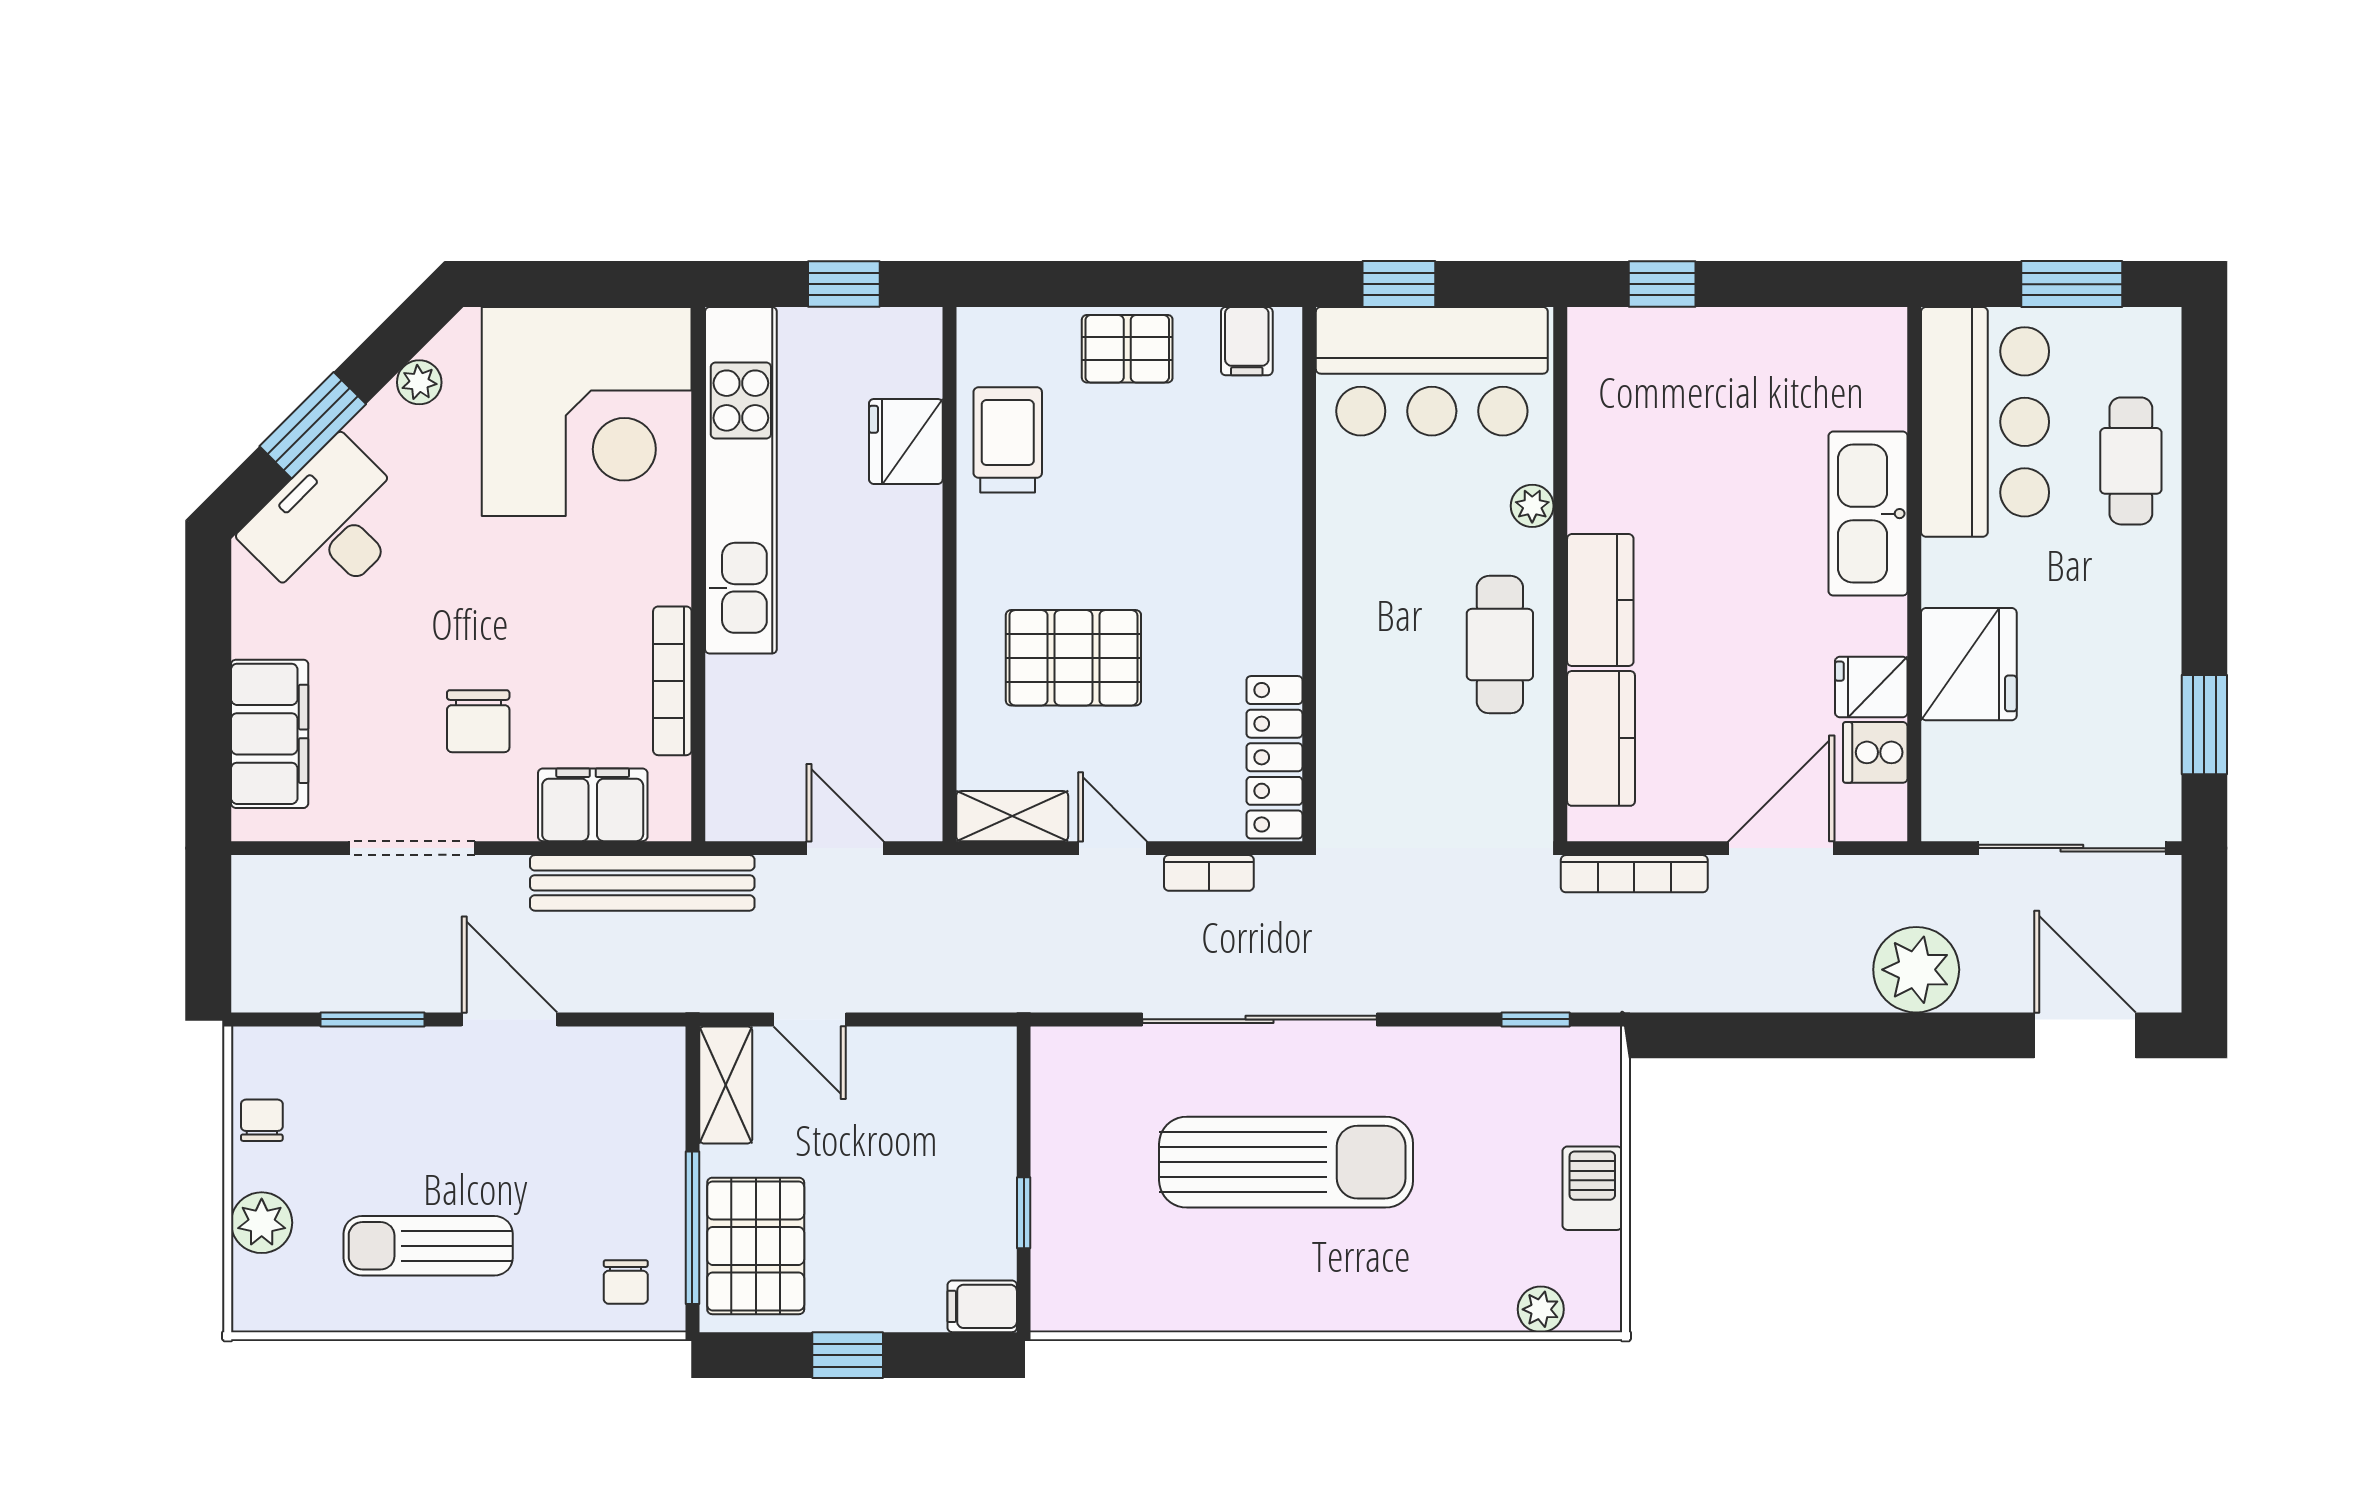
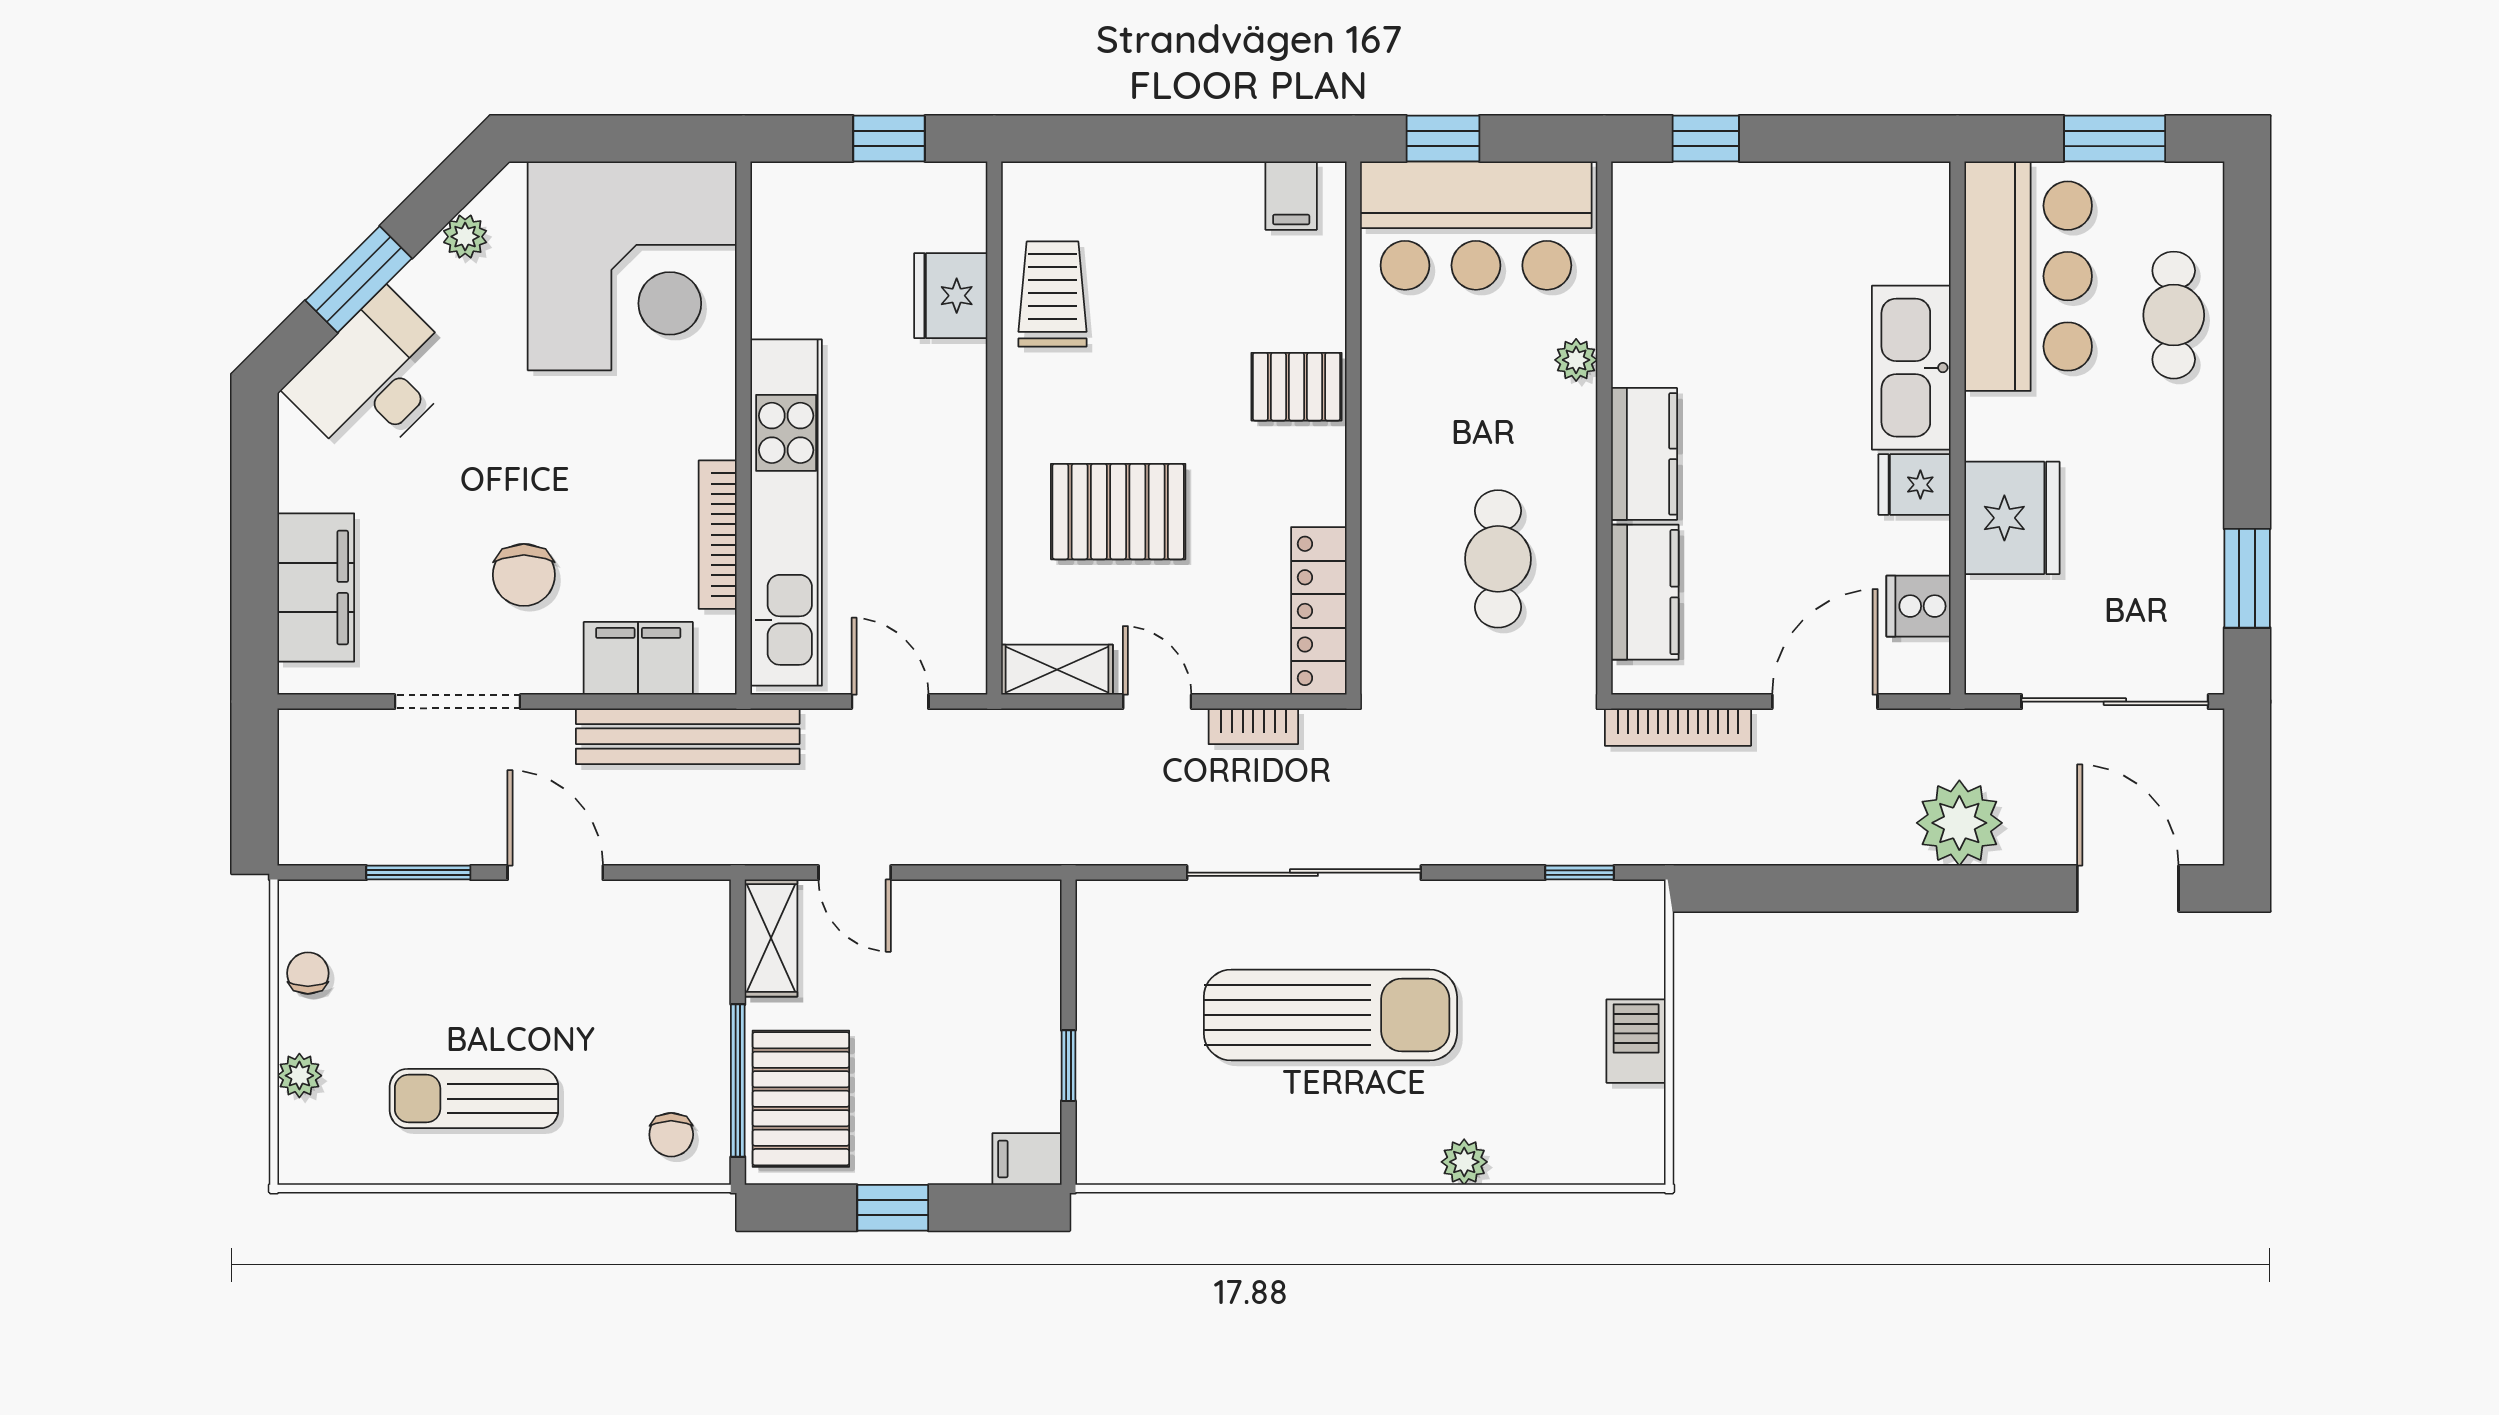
pallet: (1127, 349) -> (1296, 387), moved
kitchen unit: (741, 480) -> (786, 513), moved
cafe table: (1500, 645) -> (1498, 559), moved
fridge: (1871, 687) -> (1915, 485), moved
plant: (262, 1223) -> (299, 1076), width x0.73, depth x0.73
plant: (1541, 1309) -> (1464, 1162), moved

